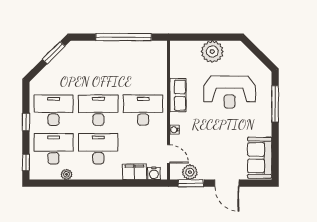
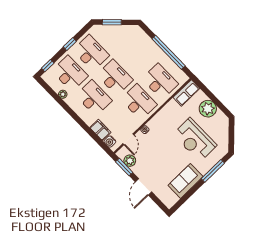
window: (54, 53) -> (112, 22), moved
desk: (143, 71) -> (160, 81), added
row of seats: (178, 95) -> (186, 93), moved
sofa: (260, 158) -> (185, 181), moved

